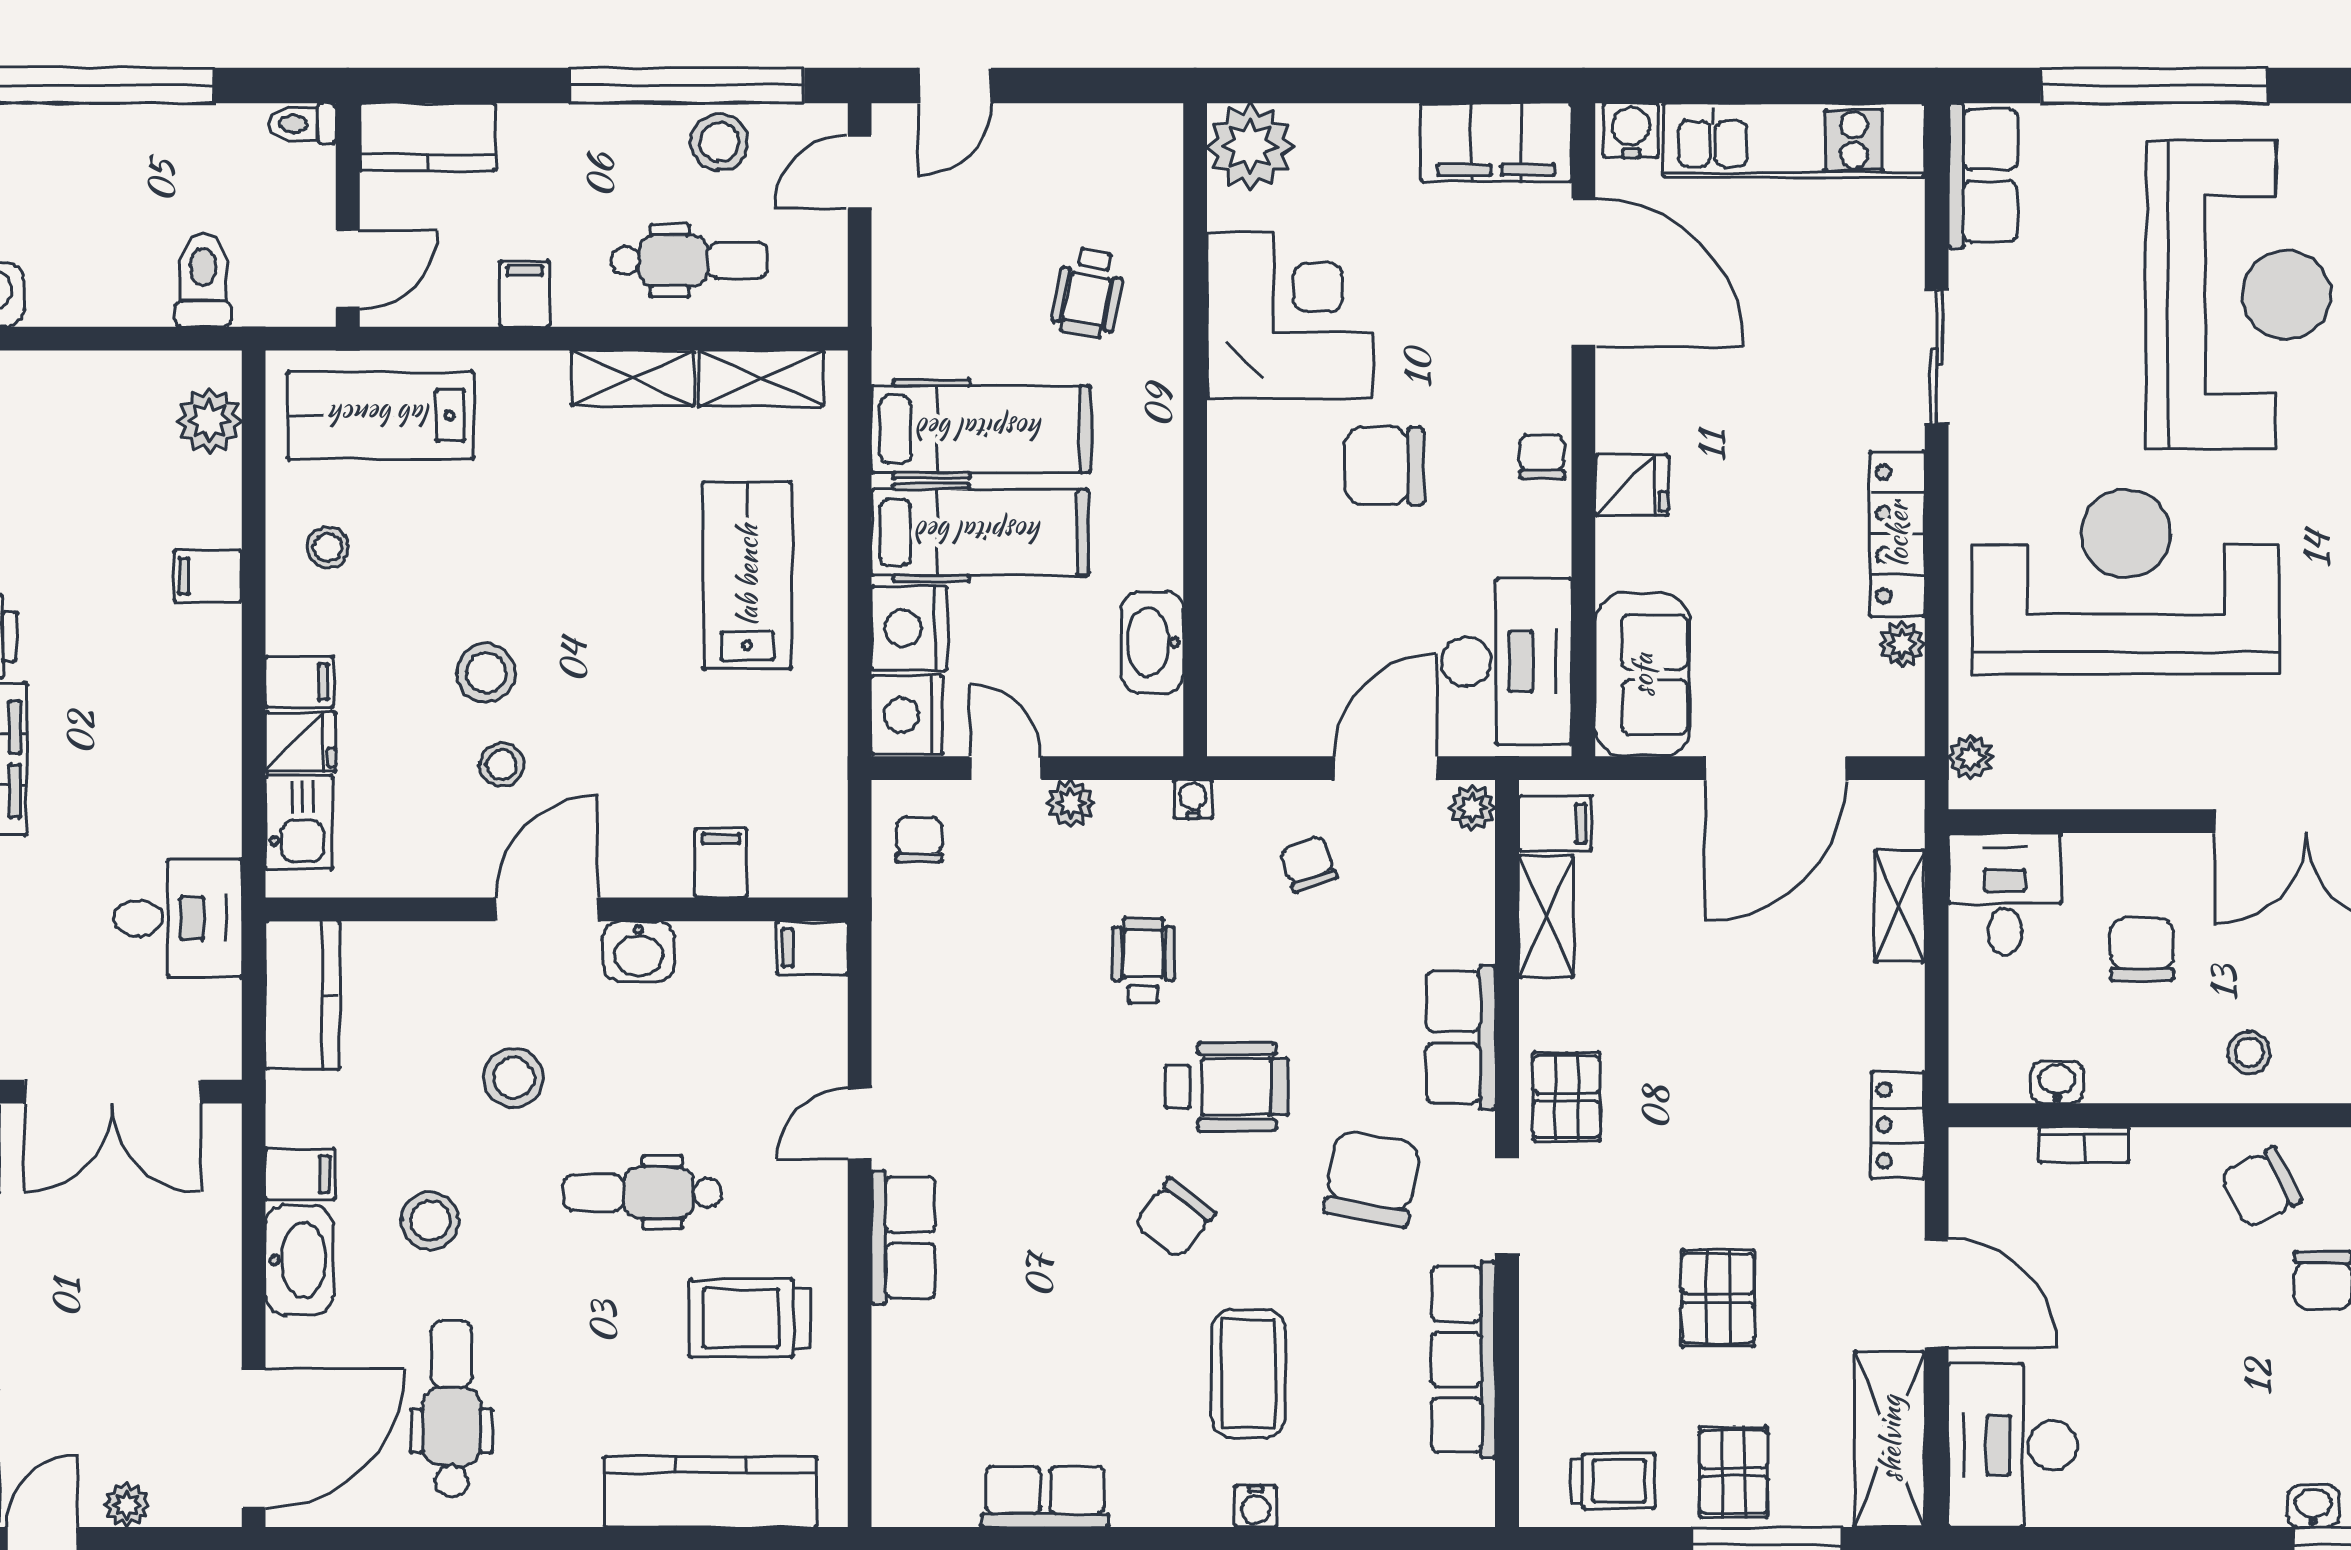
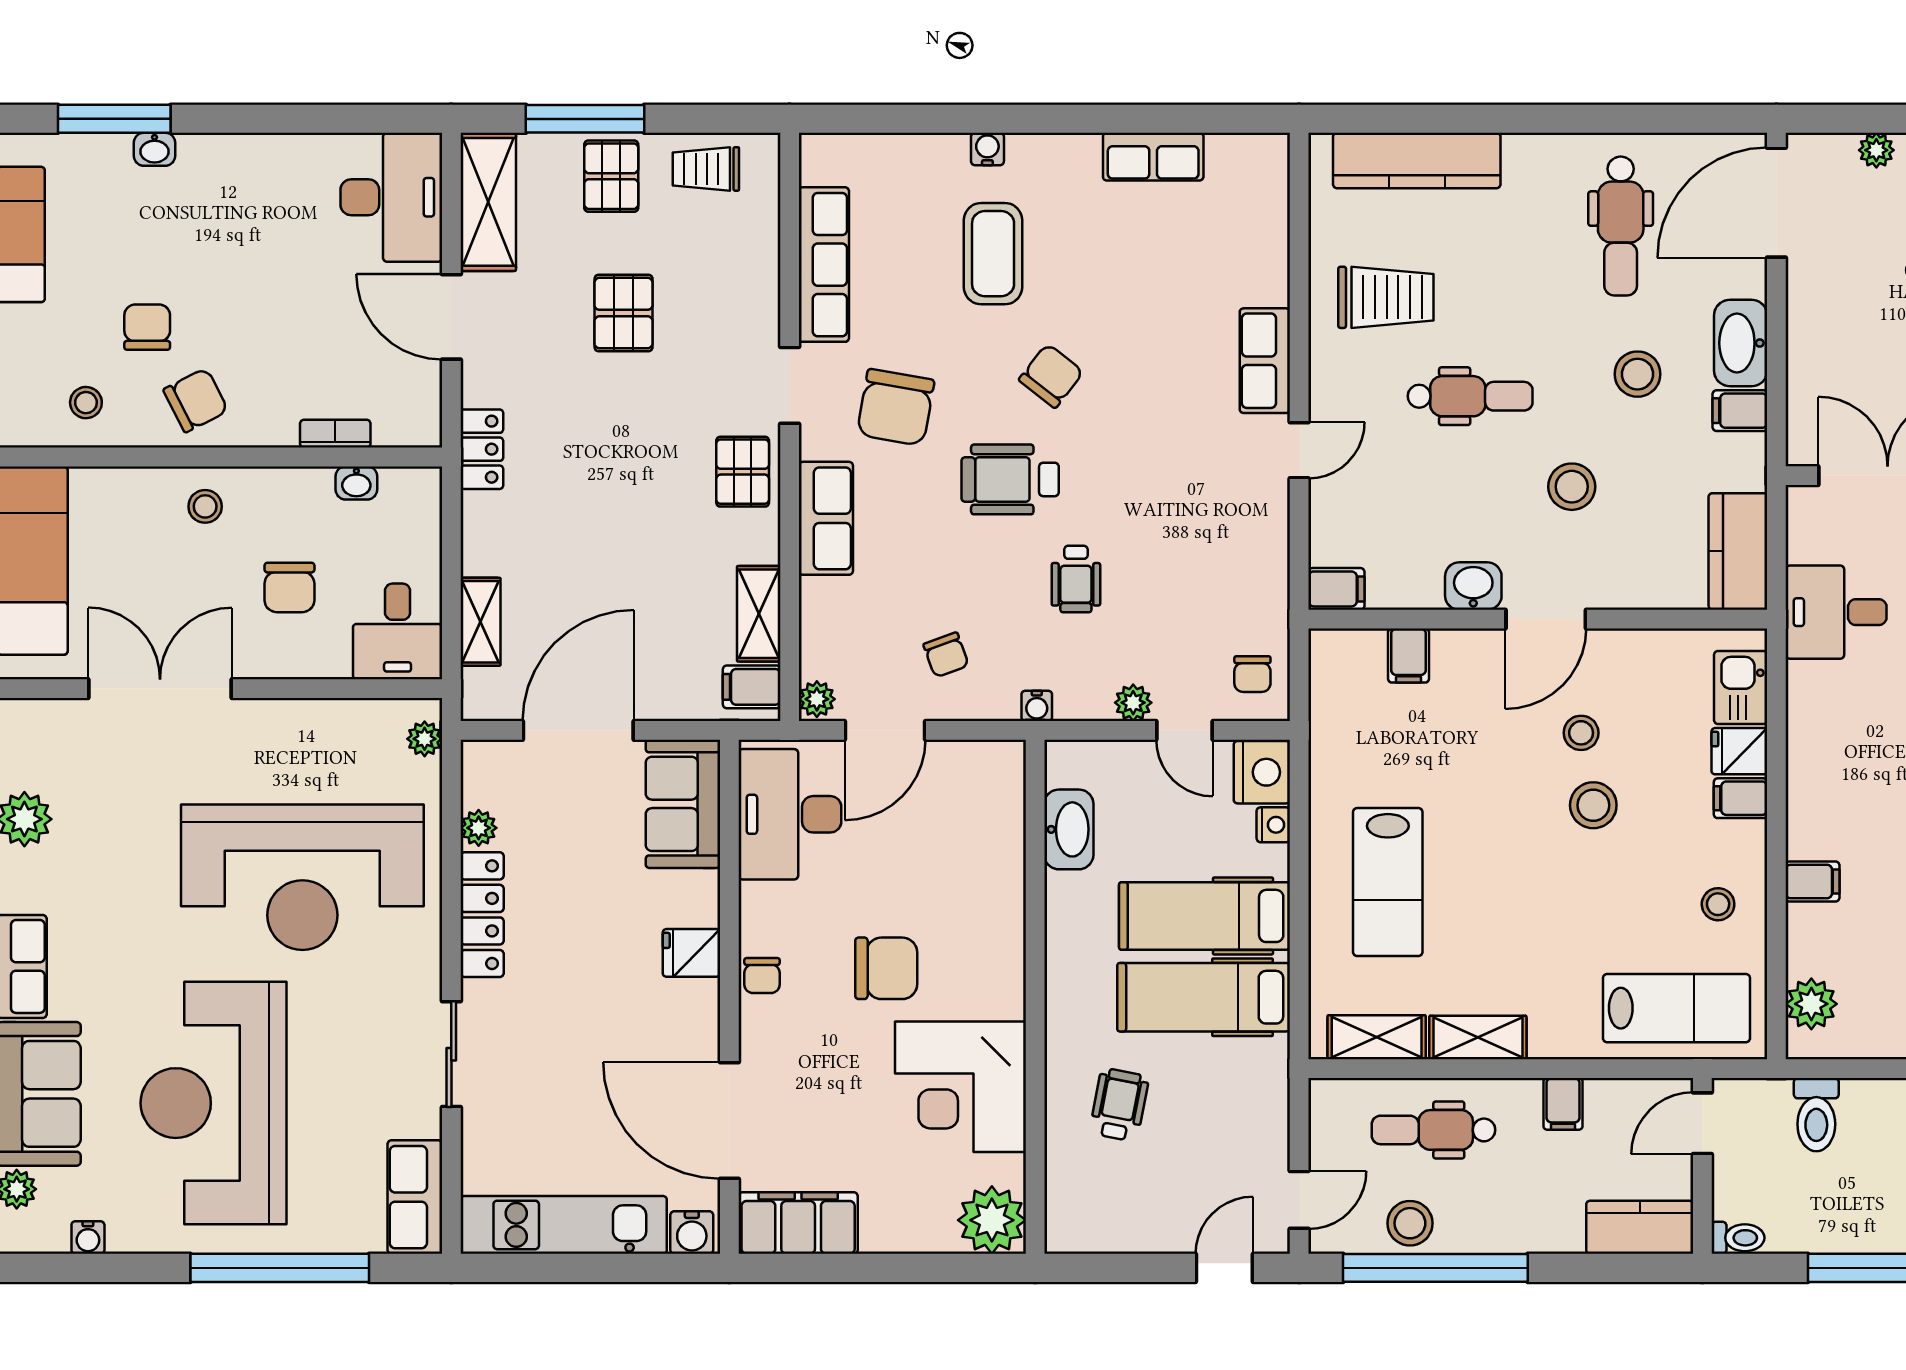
nightstand: (909, 628) -> (1273, 825), width x0.53, depth x0.56

